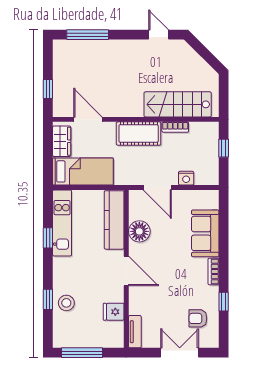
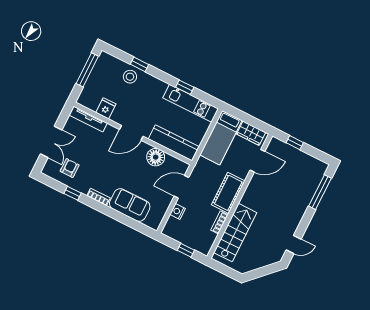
tv unit: (135, 332) -> (88, 119), width x1.41

